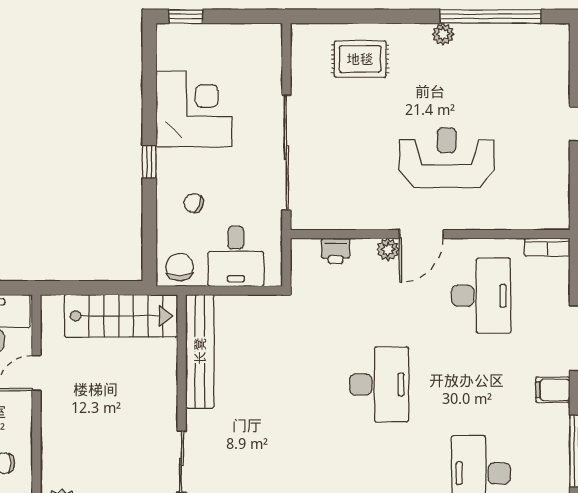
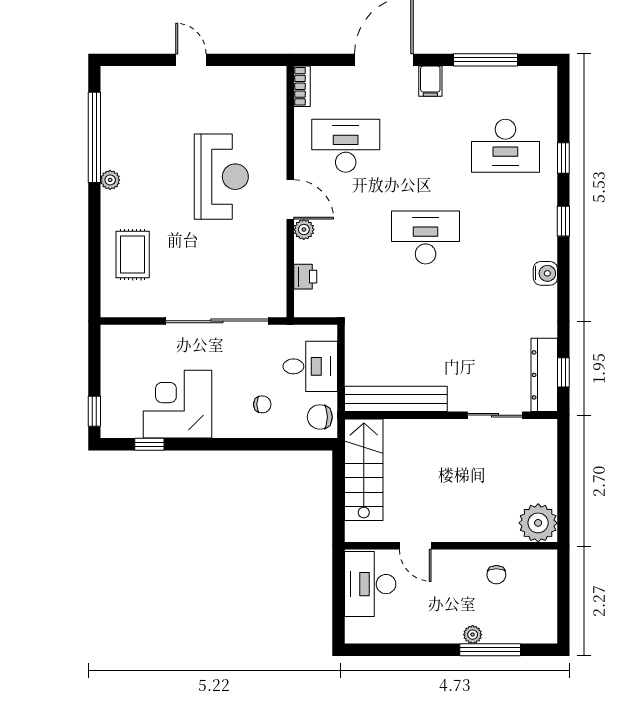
reception desk: (447, 158) -> (221, 177), turned 180
window: (149, 162) -> (149, 444), moved
chair: (194, 203) -> (262, 404), turned -112

